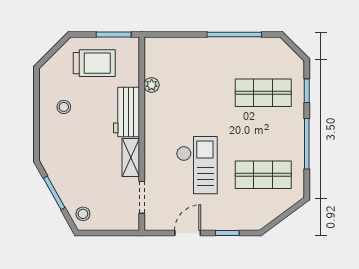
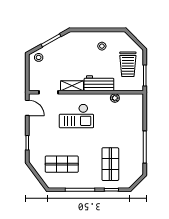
checkout: (197, 165) -> (76, 116), moved
shop shelf: (263, 175) -> (62, 164), turned 90
door: (188, 233) -> (27, 108), moved

